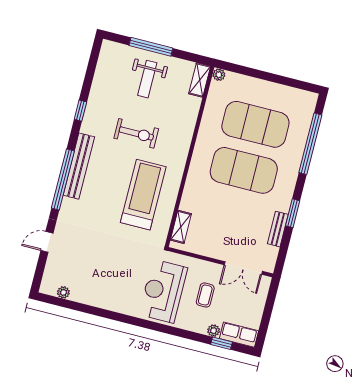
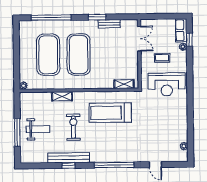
shelving: (200, 80) -> (62, 96), moved
bench: (79, 166) -> (69, 158), moved

